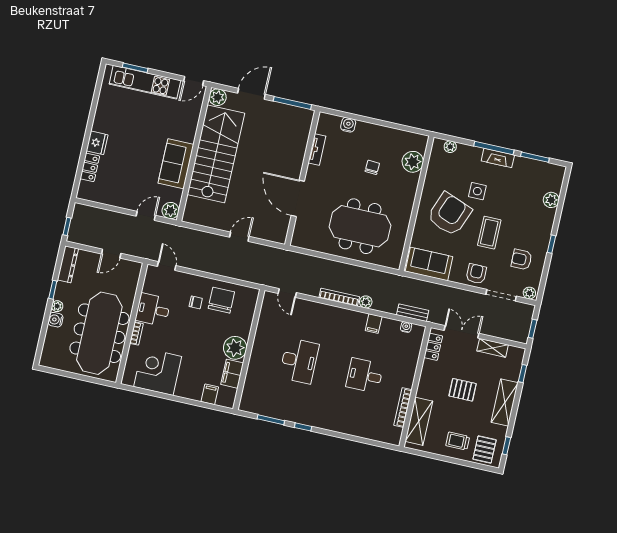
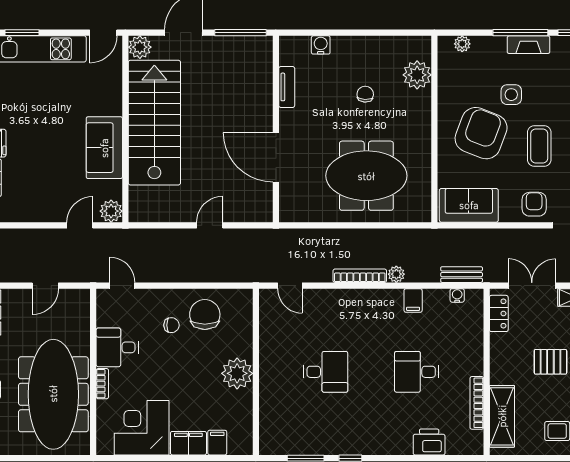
desk: (299, 361) -> (326, 372), width x0.73
filing cabinet: (232, 374) -> (188, 443), moved, turned 90
printer: (362, 428) -> (429, 442), added

